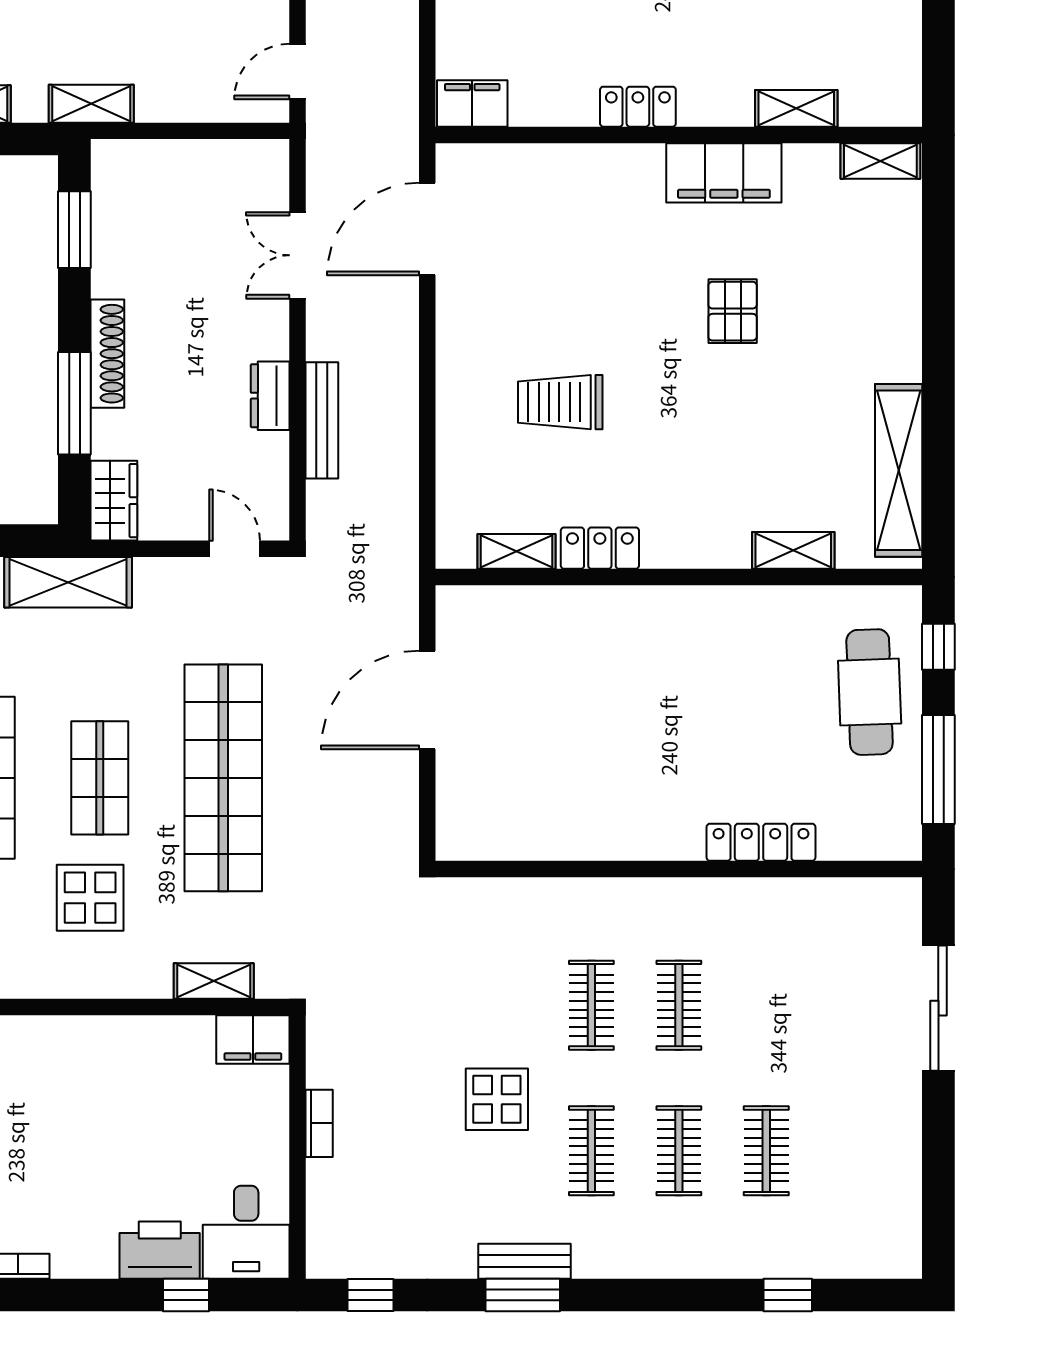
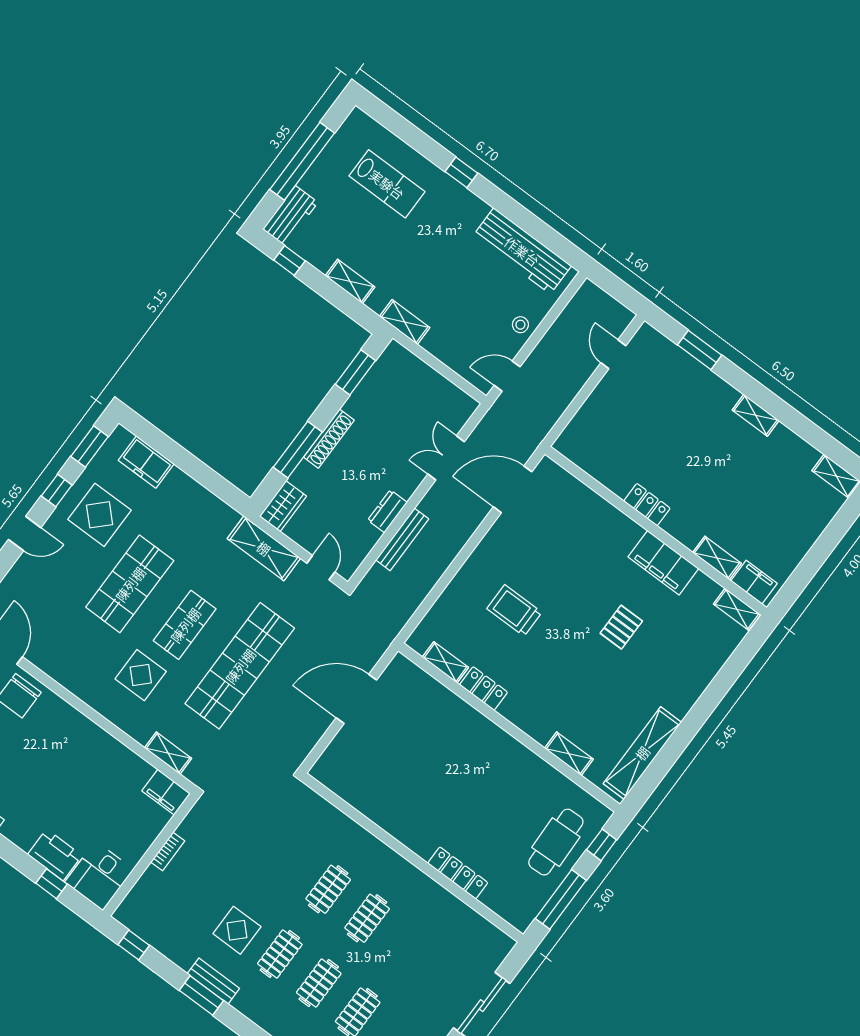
filing cabinet: (472, 103) -> (754, 582), moved
shelving: (68, 582) -> (264, 548), moved
display table: (497, 1099) -> (237, 930), moved

